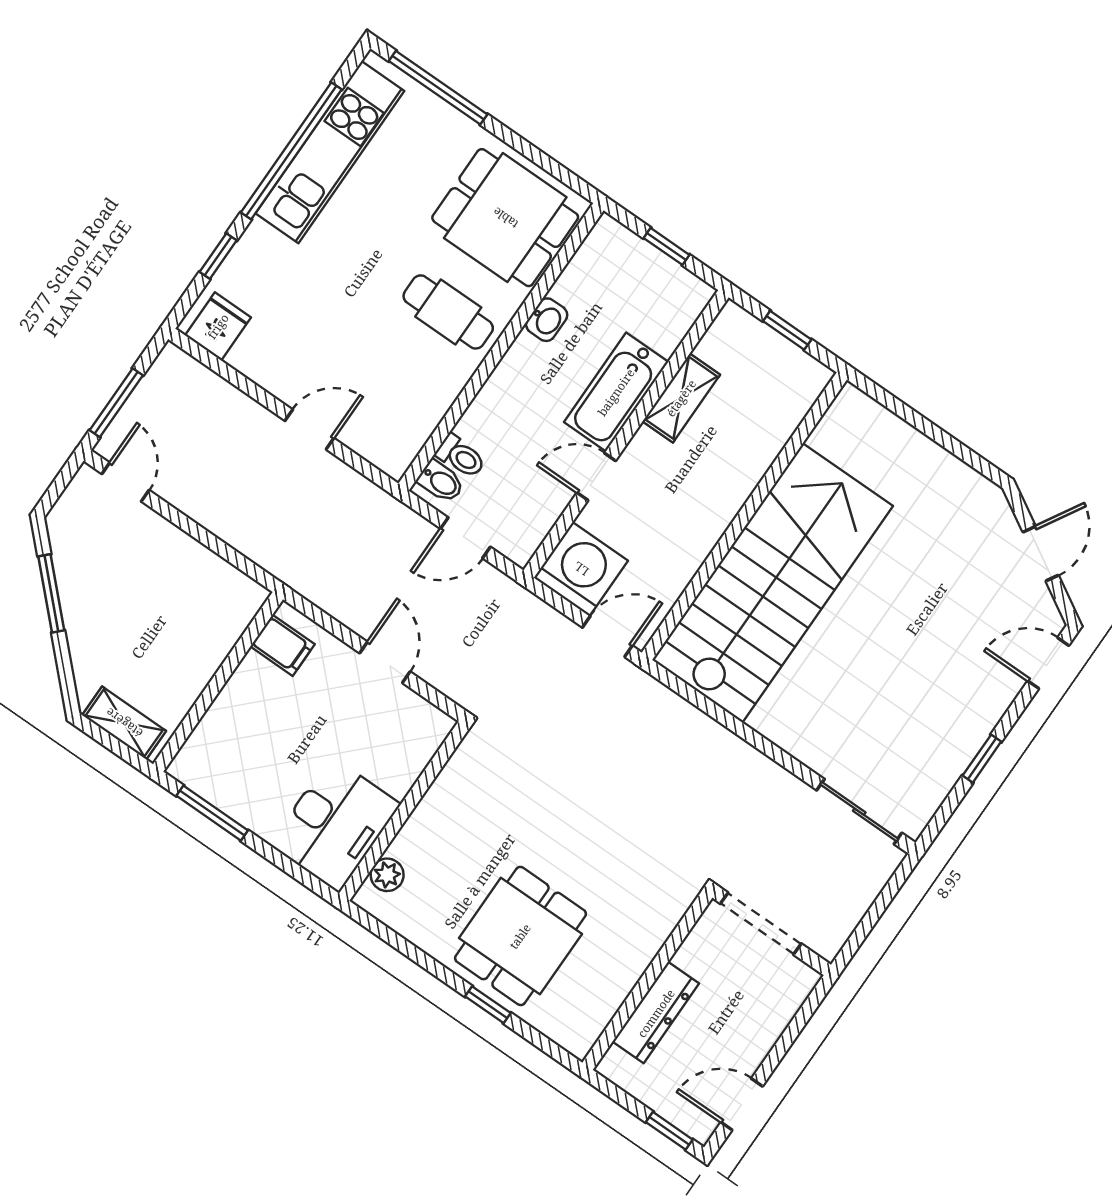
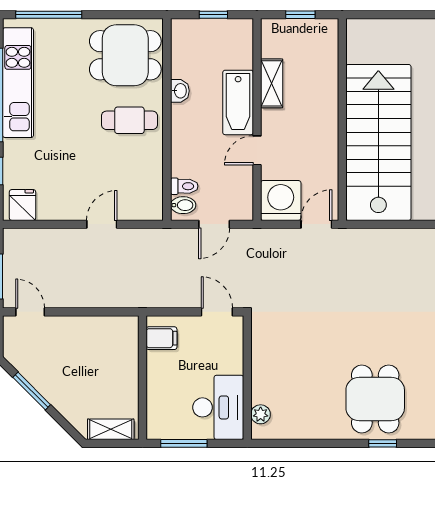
wall: (404, 811) -> (247, 378), moved
desk: (335, 824) -> (218, 407), moved
plant: (387, 875) -> (261, 414), moved

